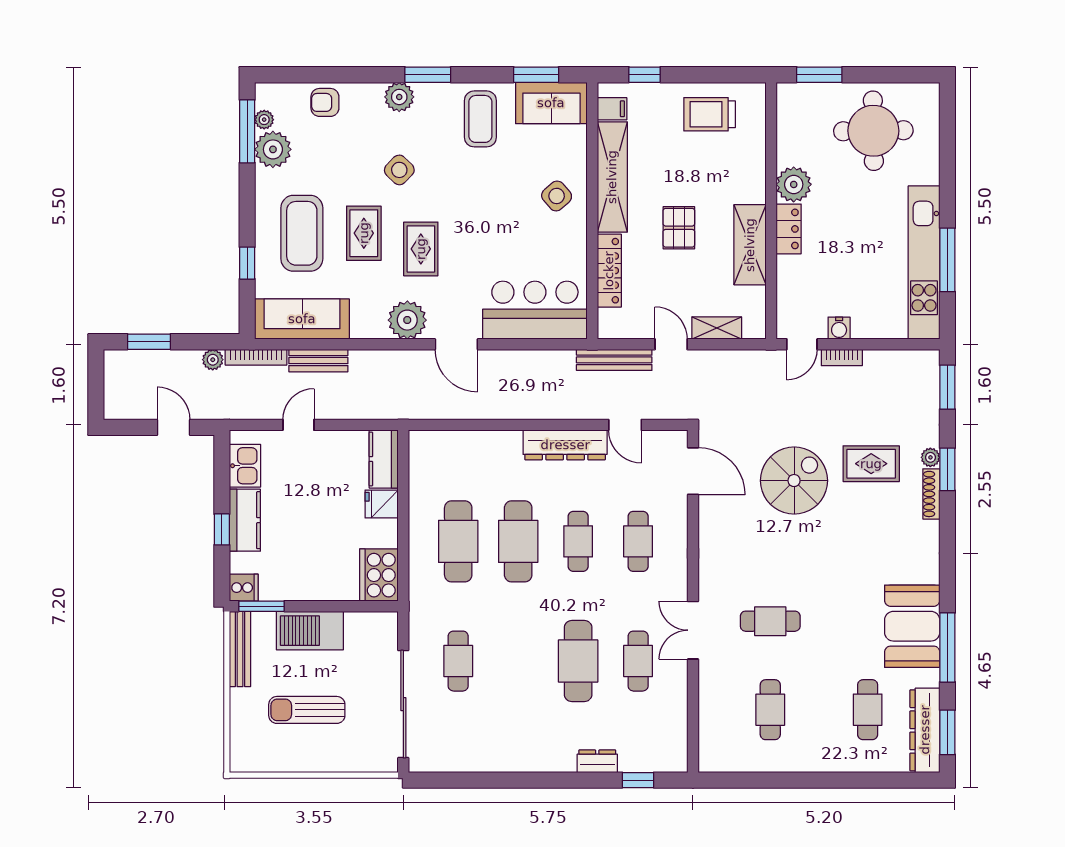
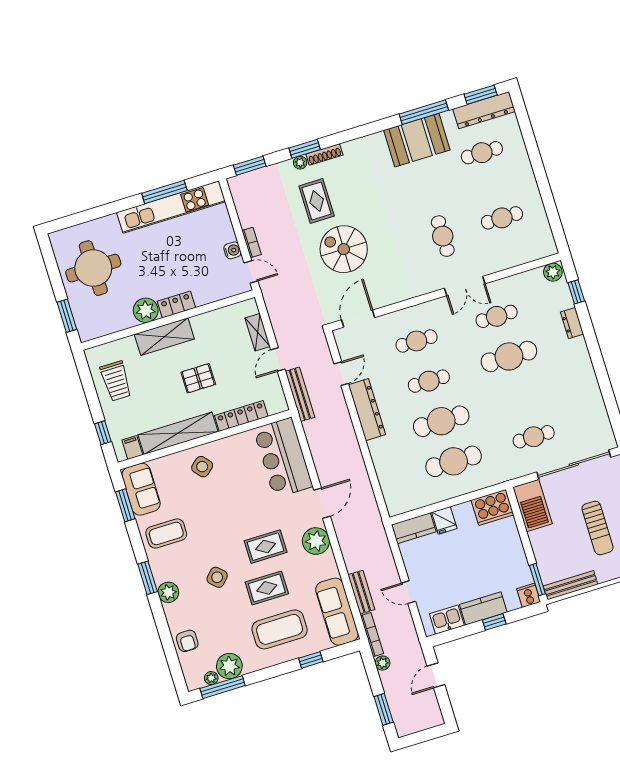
shelving: (750, 245) -> (164, 337), moved
barbecue: (310, 631) -> (532, 506), moved
plant: (675, 756) -> (553, 272), added

